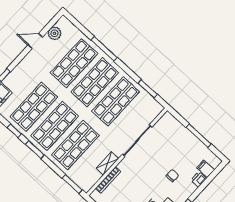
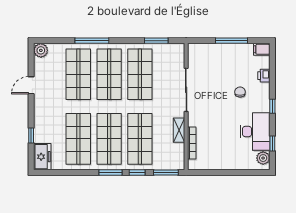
plant: (55, 33) -> (41, 50), moved
window: (14, 131) -> (137, 172), moved
filing cabinet: (206, 169) -> (262, 49), moved

